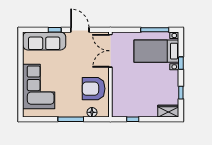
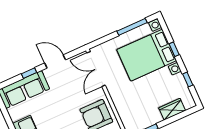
bed with nightstands: (156, 51) -> (147, 55), width x1.36
wardrobe: (168, 111) -> (172, 109), moved

